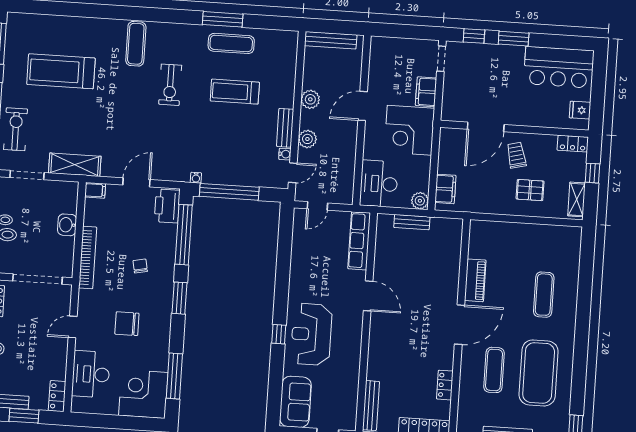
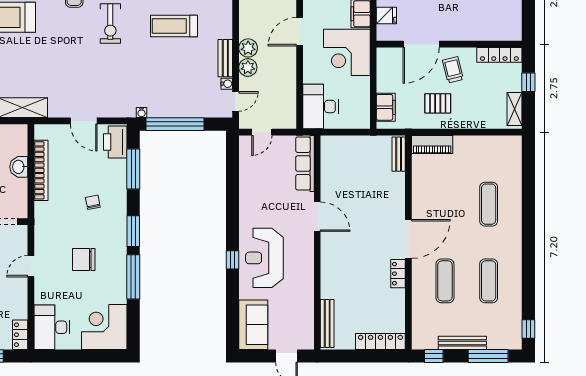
plant: (310, 99) -> (248, 48), moved
fridge: (580, 110) -> (386, 15), moved, turned 180
locker: (573, 144) -> (499, 55), width x1.53
door: (136, 182) -> (84, 121), swing flipped
filing cabinet: (95, 190) -> (44, 131), removed
pallet: (530, 190) -> (438, 103), moved
plant: (420, 201) -> (362, 120), removed
bench: (412, 222) -> (399, 154), moved, turned 90
window: (184, 235) -> (133, 169), width x0.68
bookcase: (88, 258) -> (41, 170), moved
piano: (475, 280) -> (432, 144), moved, turned 90
exercise mat: (539, 373) -> (489, 281), width x0.50, depth x0.69
desk: (91, 374) -> (52, 327), moved
window: (174, 376) -> (133, 277), moved
locker: (445, 385) -> (398, 274), moved

